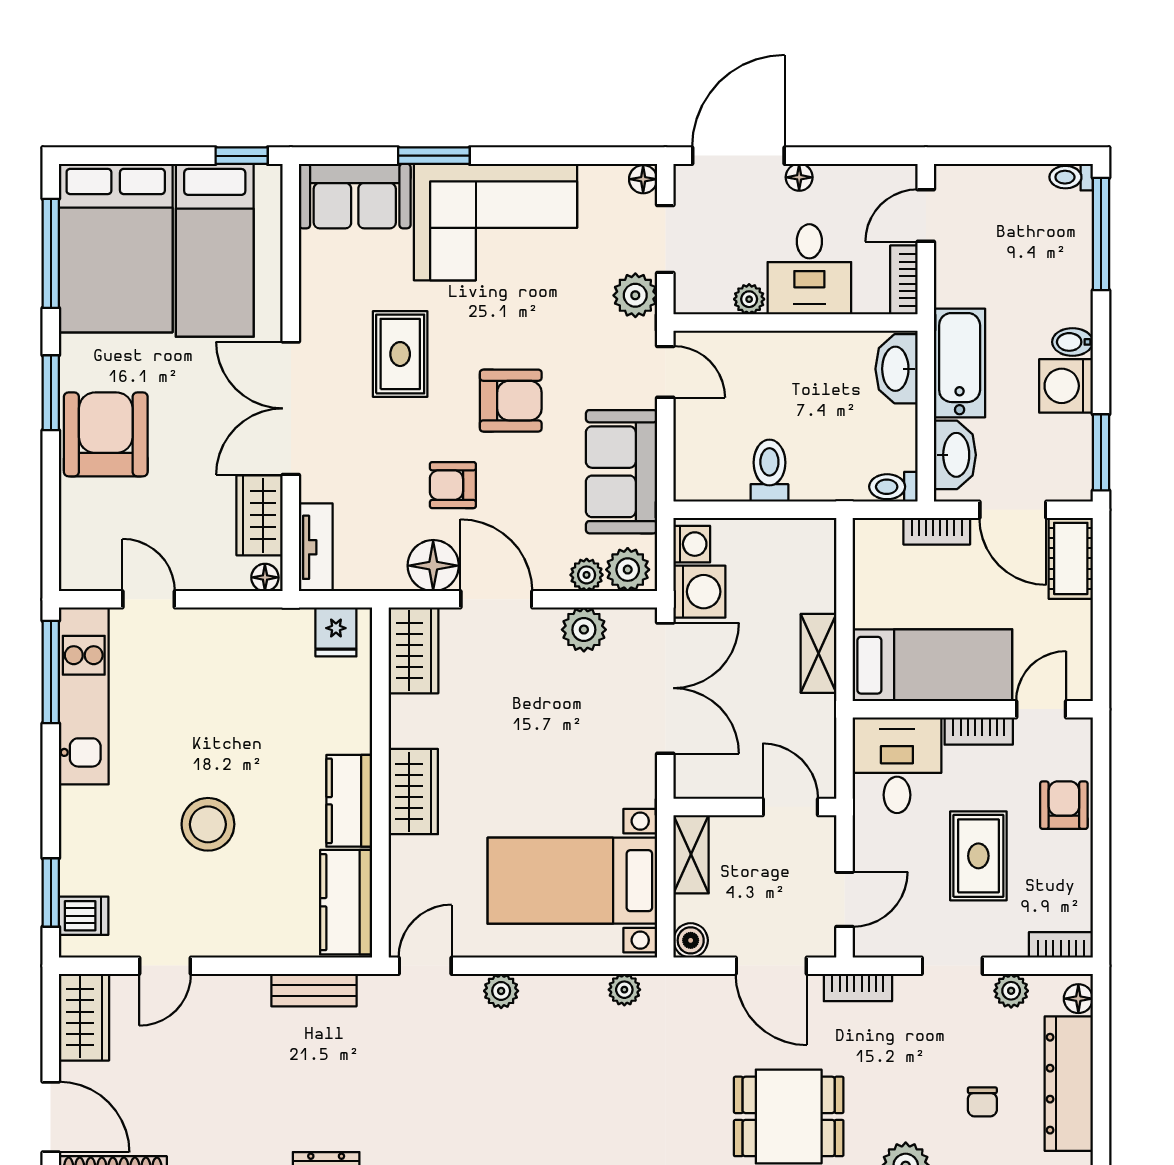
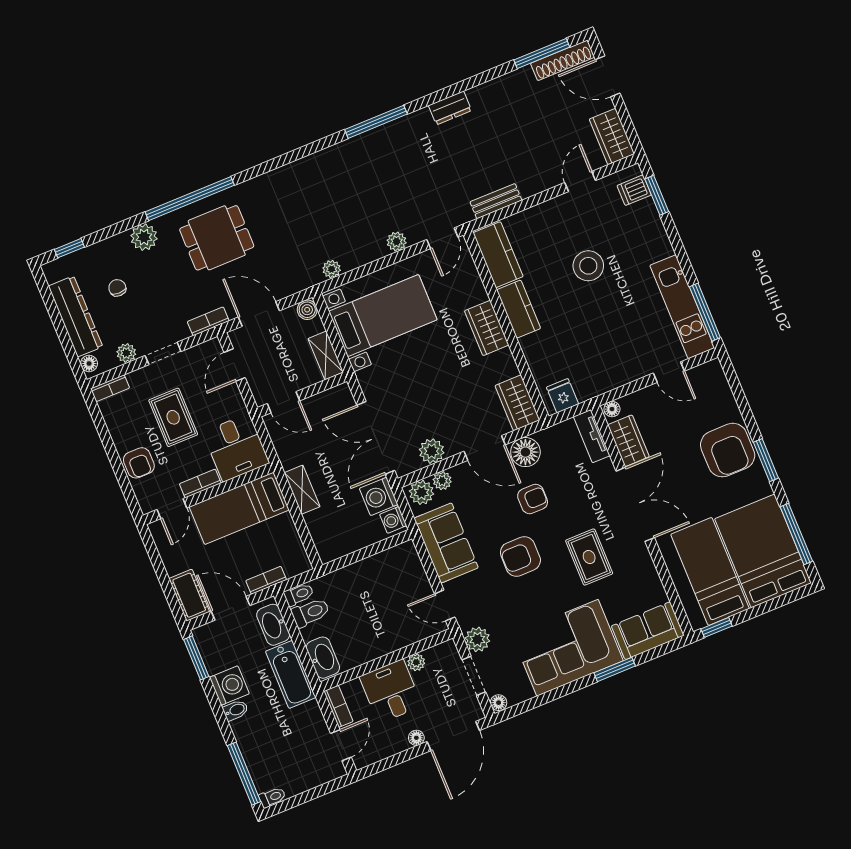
toilet: (769, 471) -> (310, 613), moved, turned -90

